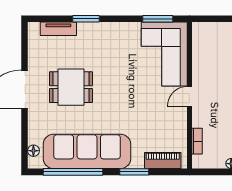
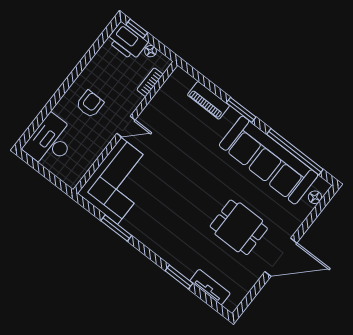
corner sofa: (164, 54) -> (119, 181), moved
wall: (189, 95) -> (125, 127), moved
door: (189, 96) -> (126, 127), moved
bookcase: (197, 141) -> (150, 82), moved

